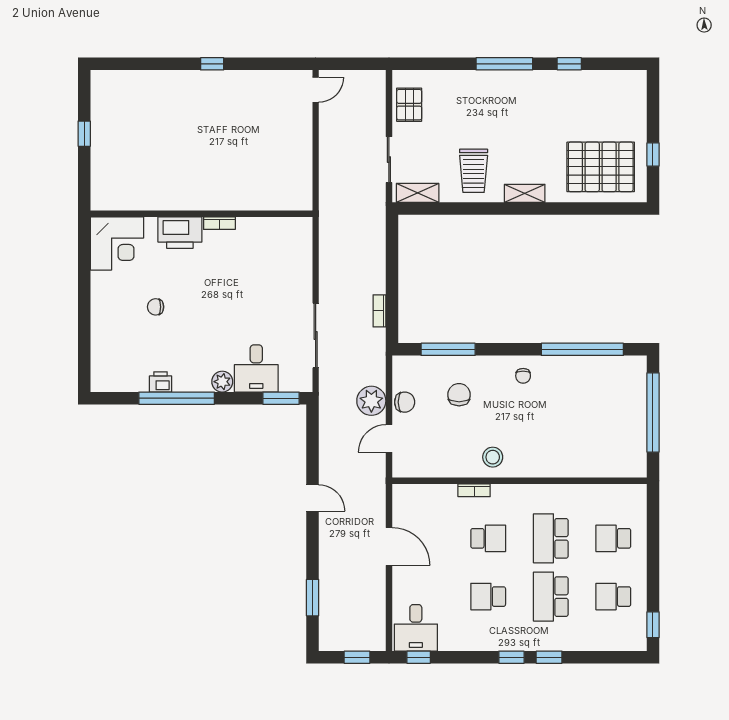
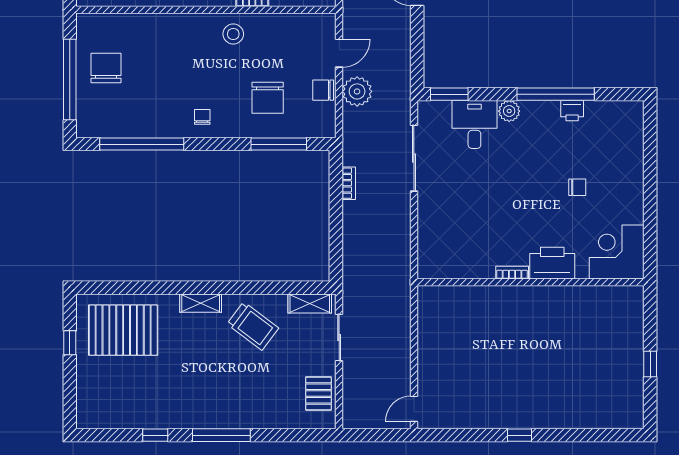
trolley: (474, 171) -> (253, 326), turned 127
chair: (459, 395) -> (268, 98), width x1.37, depth x1.37
chair: (618, 424) -> (106, 68), added

